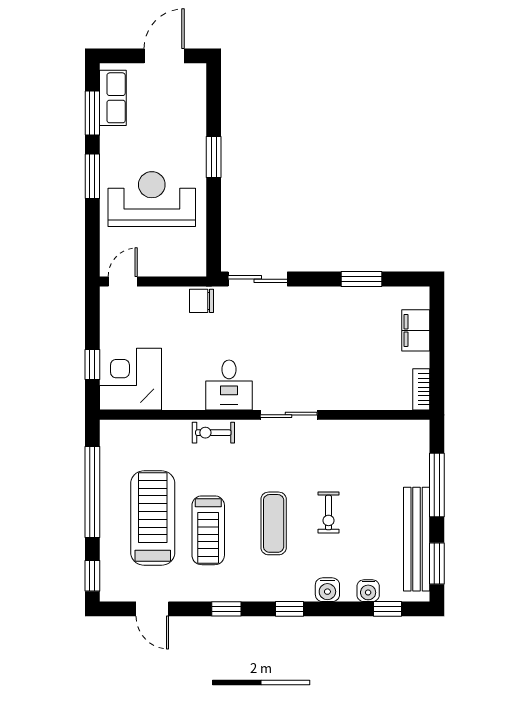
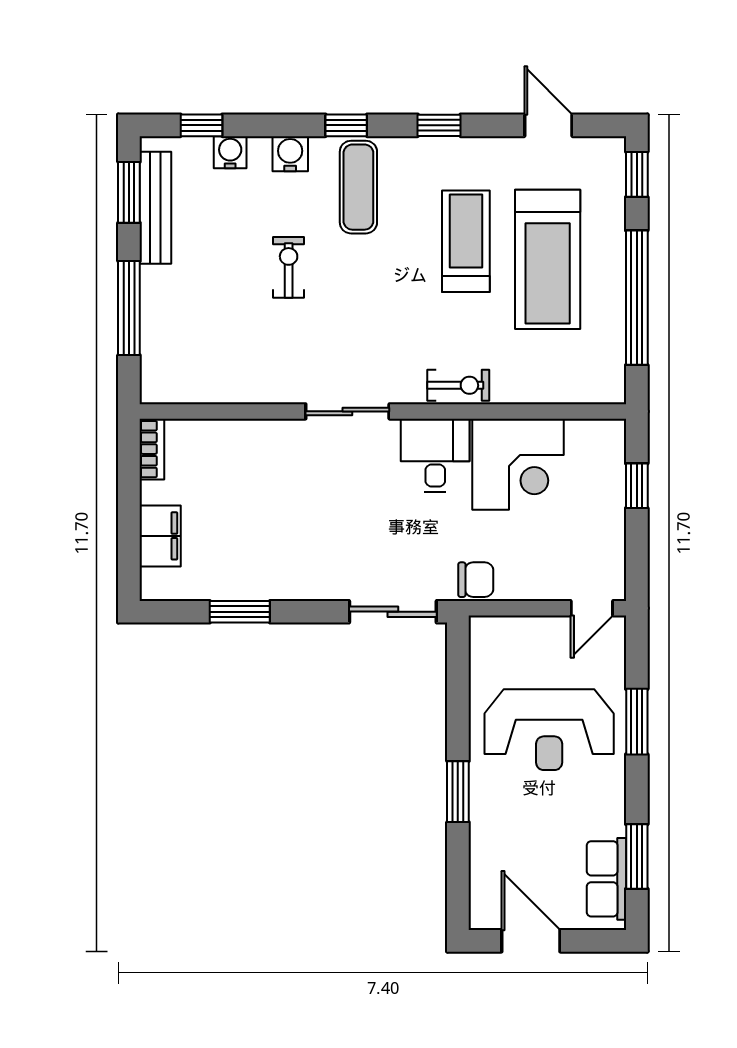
door: (164, 56) -> (531, 941), swing flipped
window: (92, 176) -> (637, 722), moved
corner desk: (130, 379) -> (518, 464), moved
exercise mat: (274, 523) -> (358, 187), moved
bench: (417, 539) -> (155, 208), width x0.73, depth x0.82

